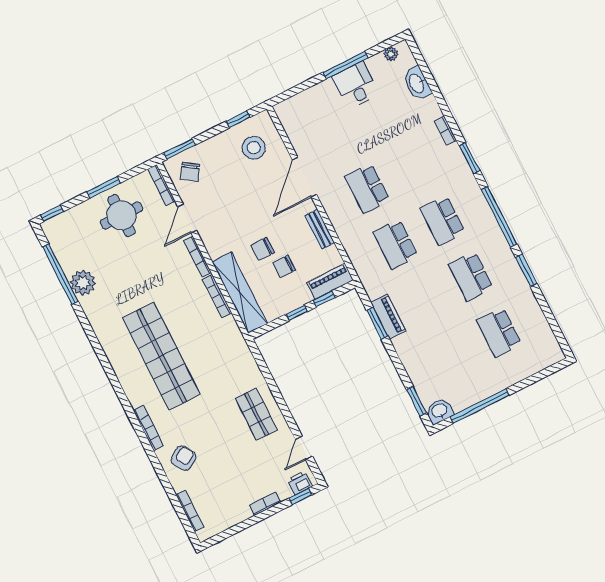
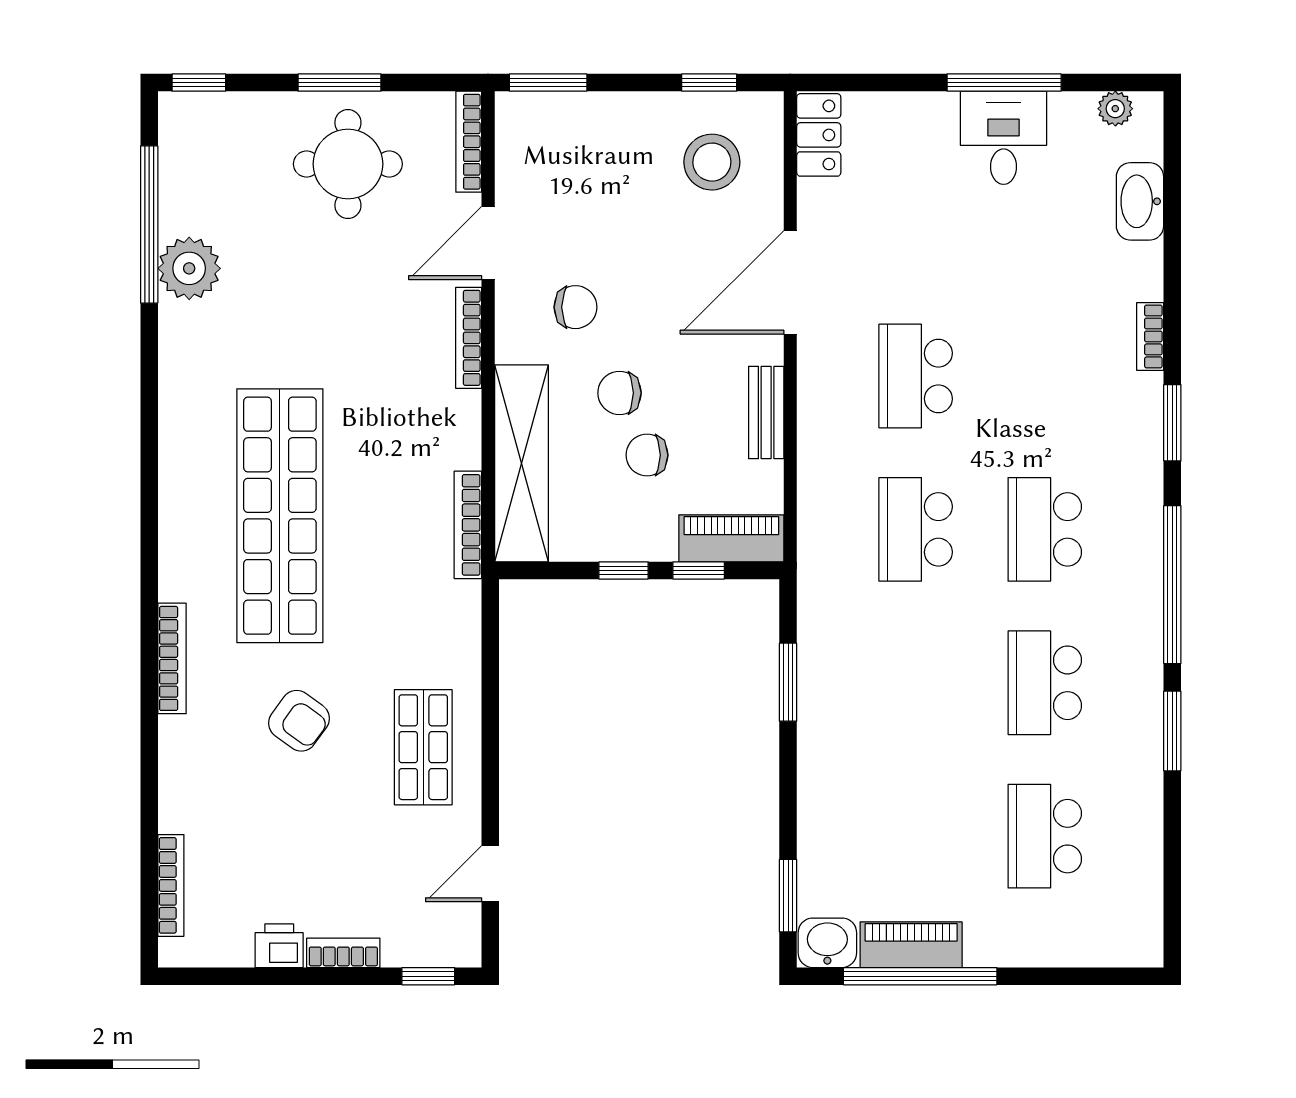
locker: (288, 118) -> (819, 135), added
chair: (190, 172) -> (575, 307), moved, turned -124
bookcase: (217, 296) -> (468, 525), moved
piano: (388, 317) -> (911, 945), moved, turned -90
armchair: (183, 458) -> (299, 721), moved, turned 69
printer: (300, 483) -> (279, 946), moved

